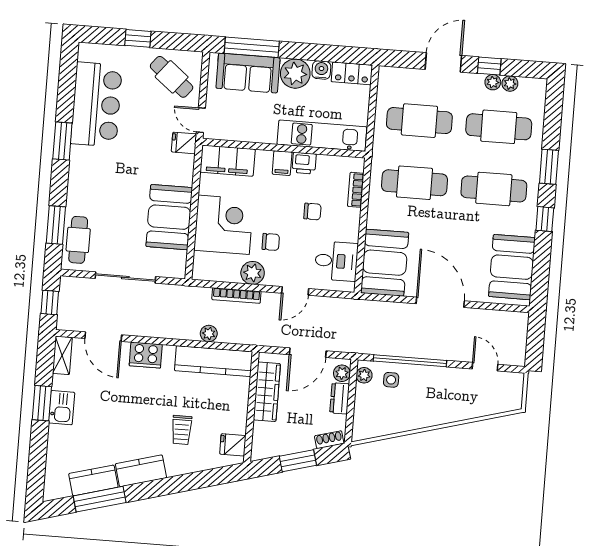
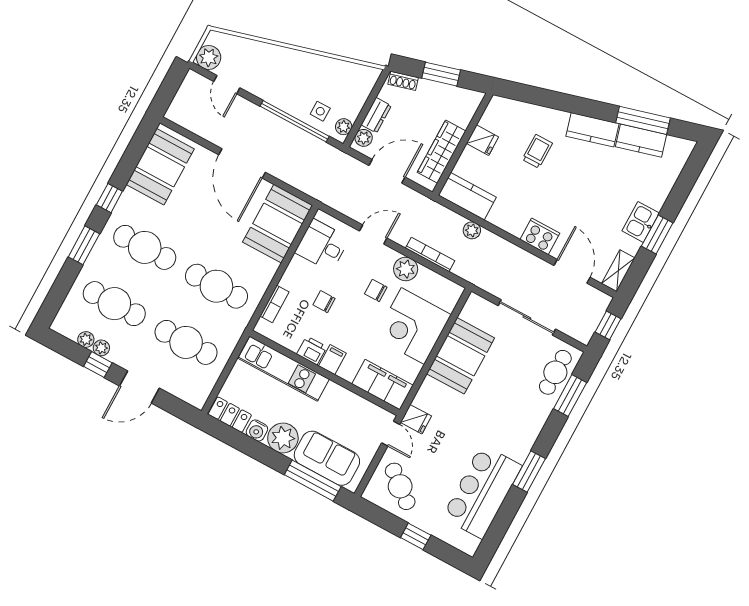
kitchen counter: (214, 361) -> (467, 196), width x0.67
plant: (512, 384) -> (209, 58), added
fridge: (233, 445) -> (482, 140), moved

